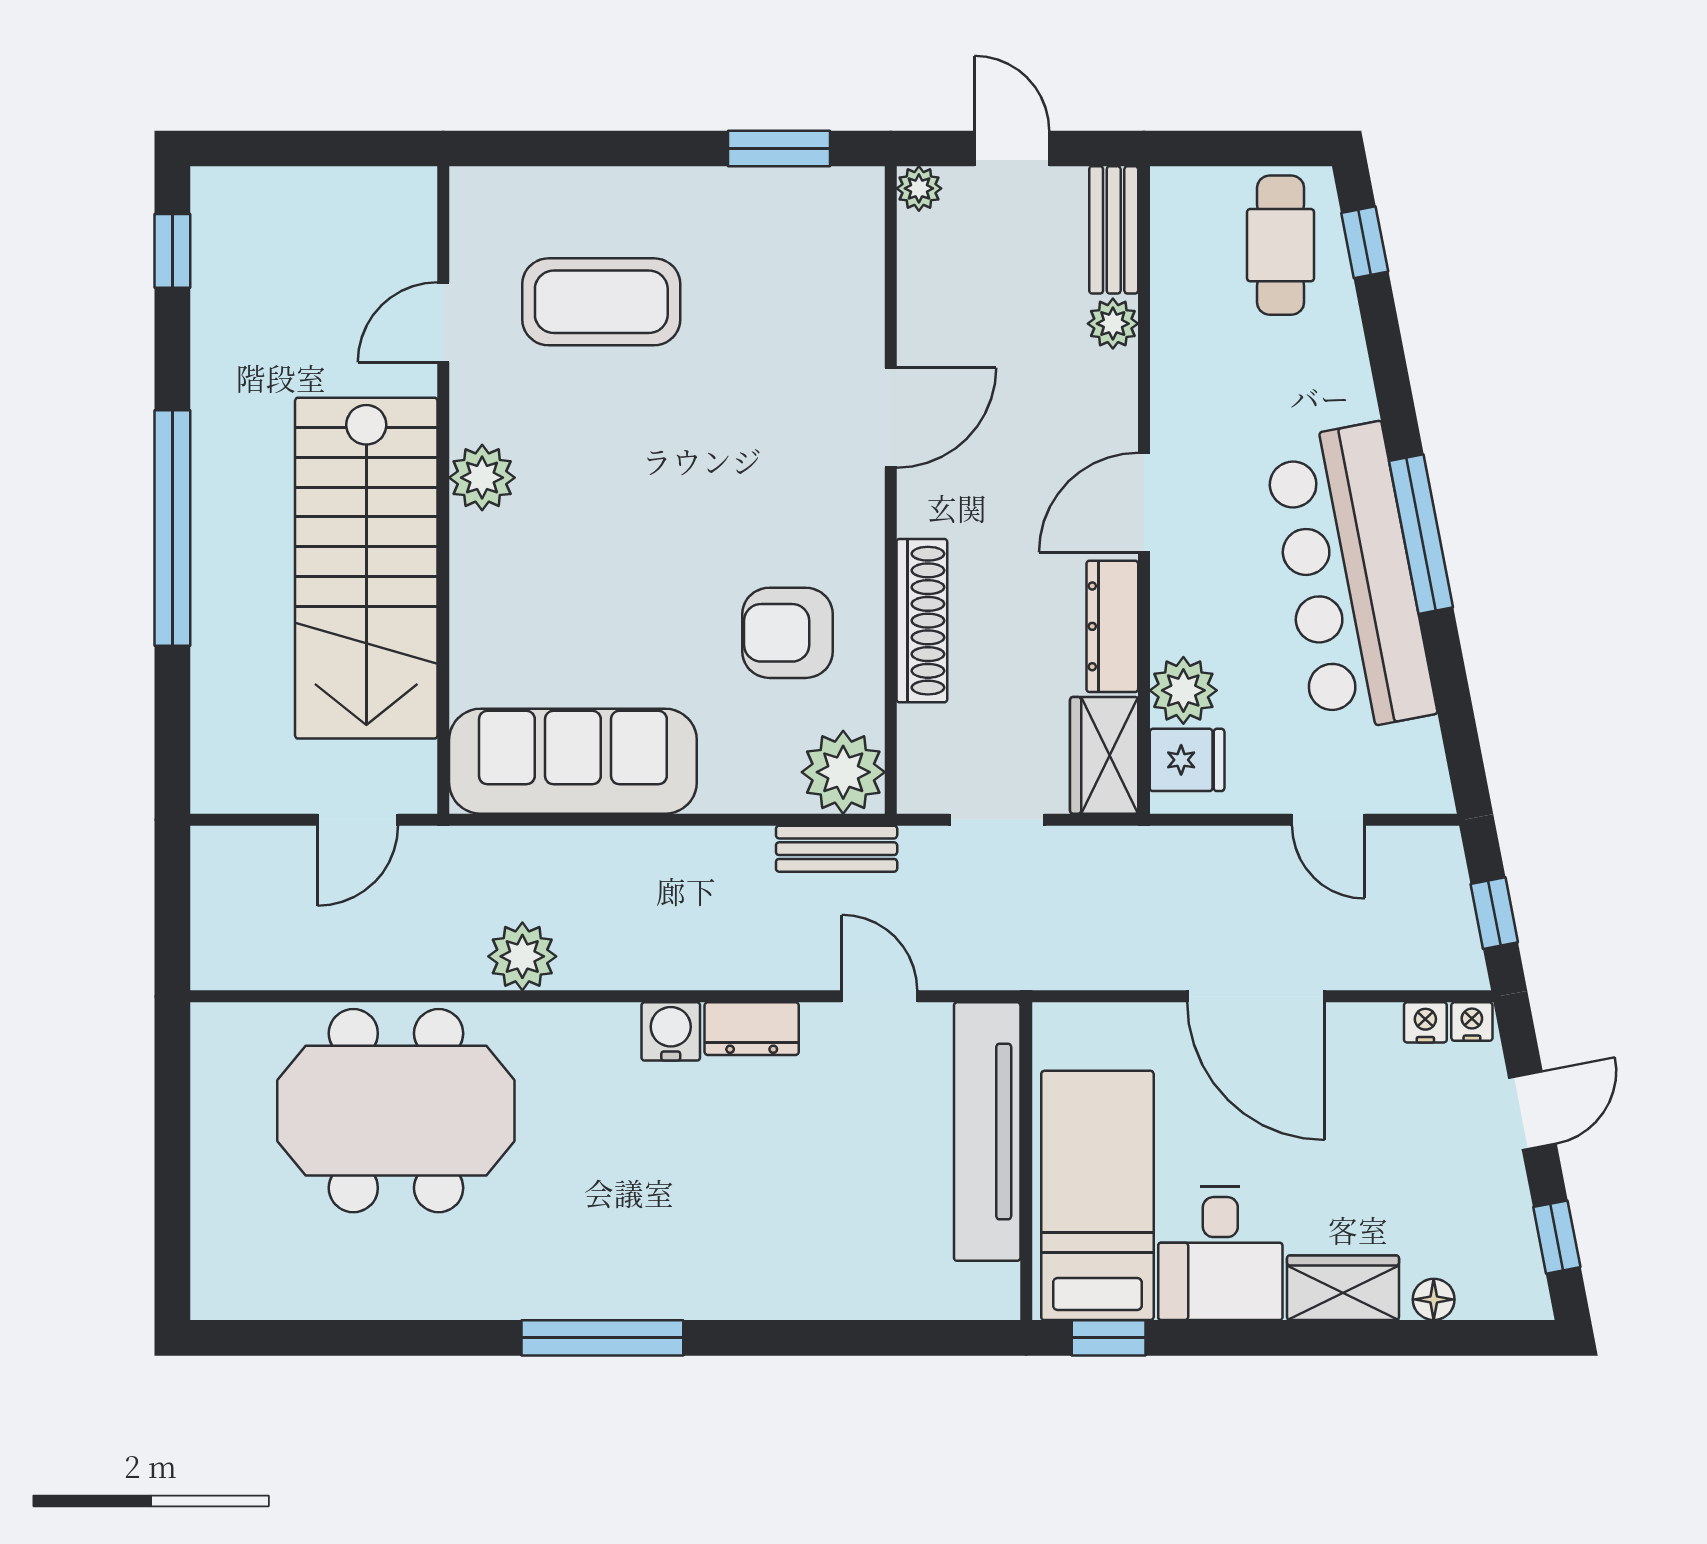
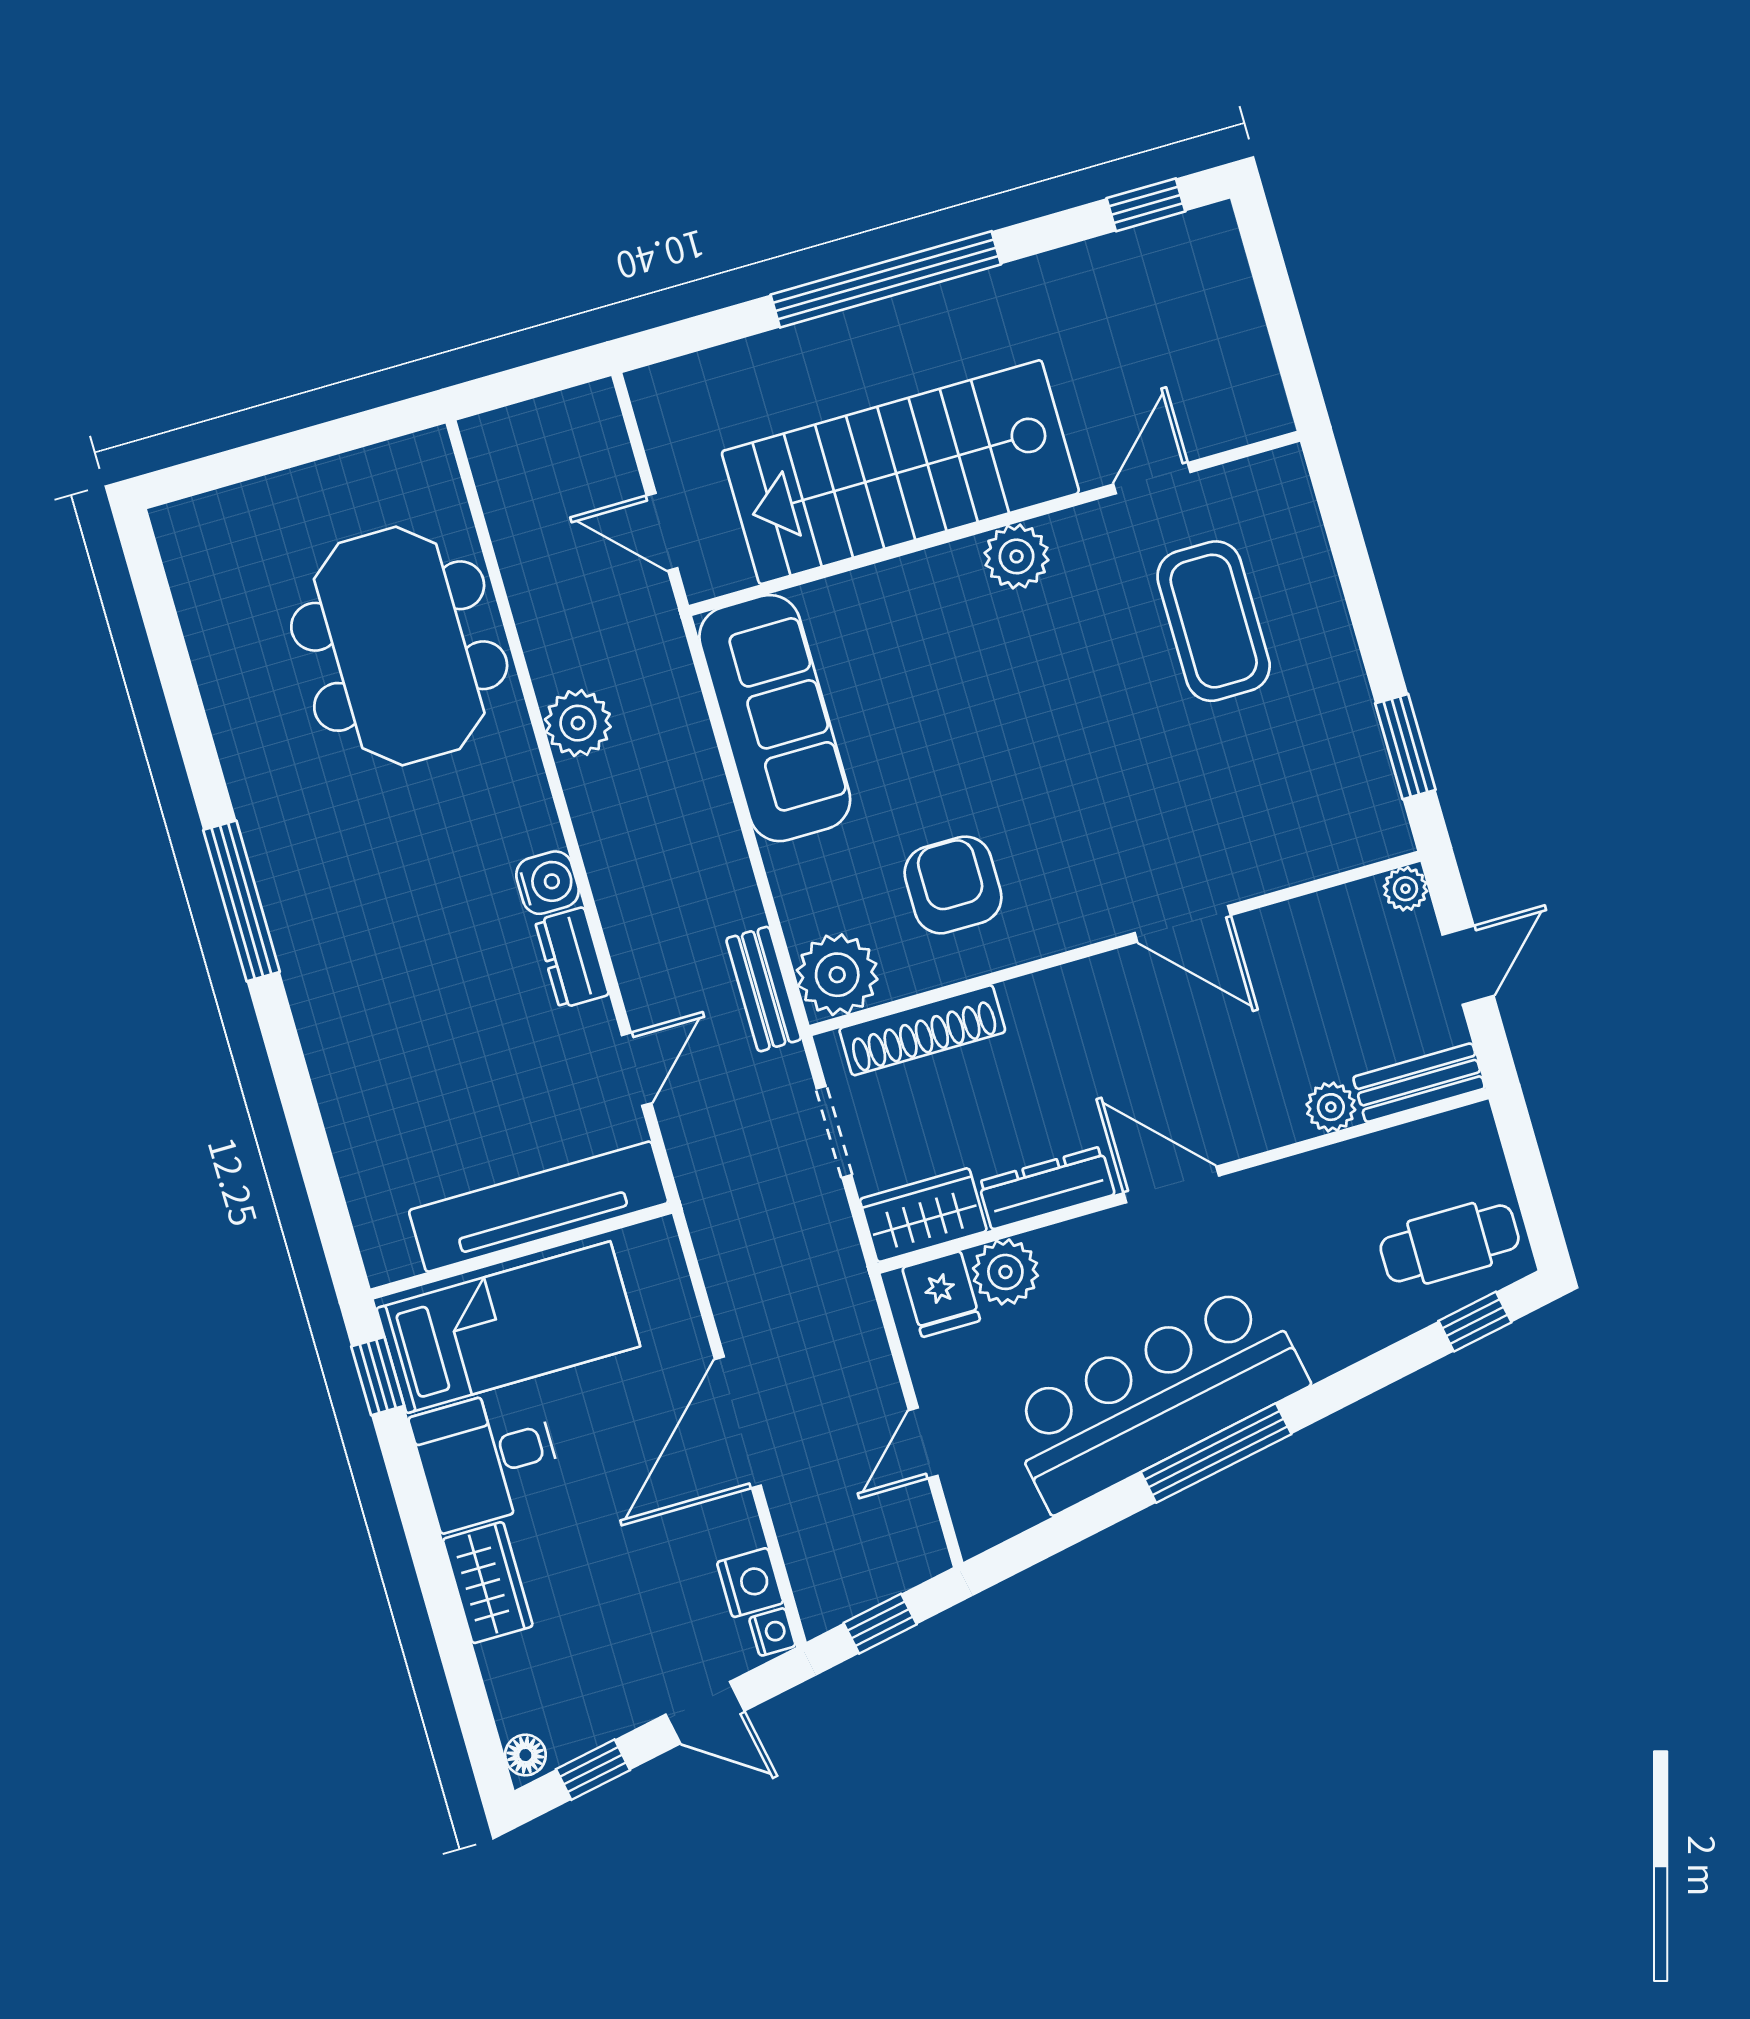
door: (443, 322) -> (1152, 478), hinge flipped
shoe rack: (922, 621) -> (922, 1030), moved
nightstand: (1425, 1022) -> (750, 1583), width x1.39, depth x1.35
floor lamp: (1434, 1299) -> (525, 1755), moved

